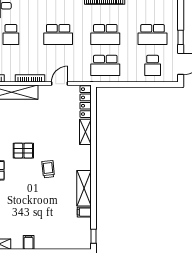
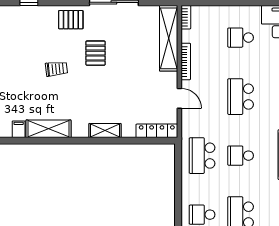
school desk: (105, 35) -> (241, 156), width x0.54
shelving: (85, 132) -> (105, 131), moved
trolley: (48, 169) -> (56, 69), moved

